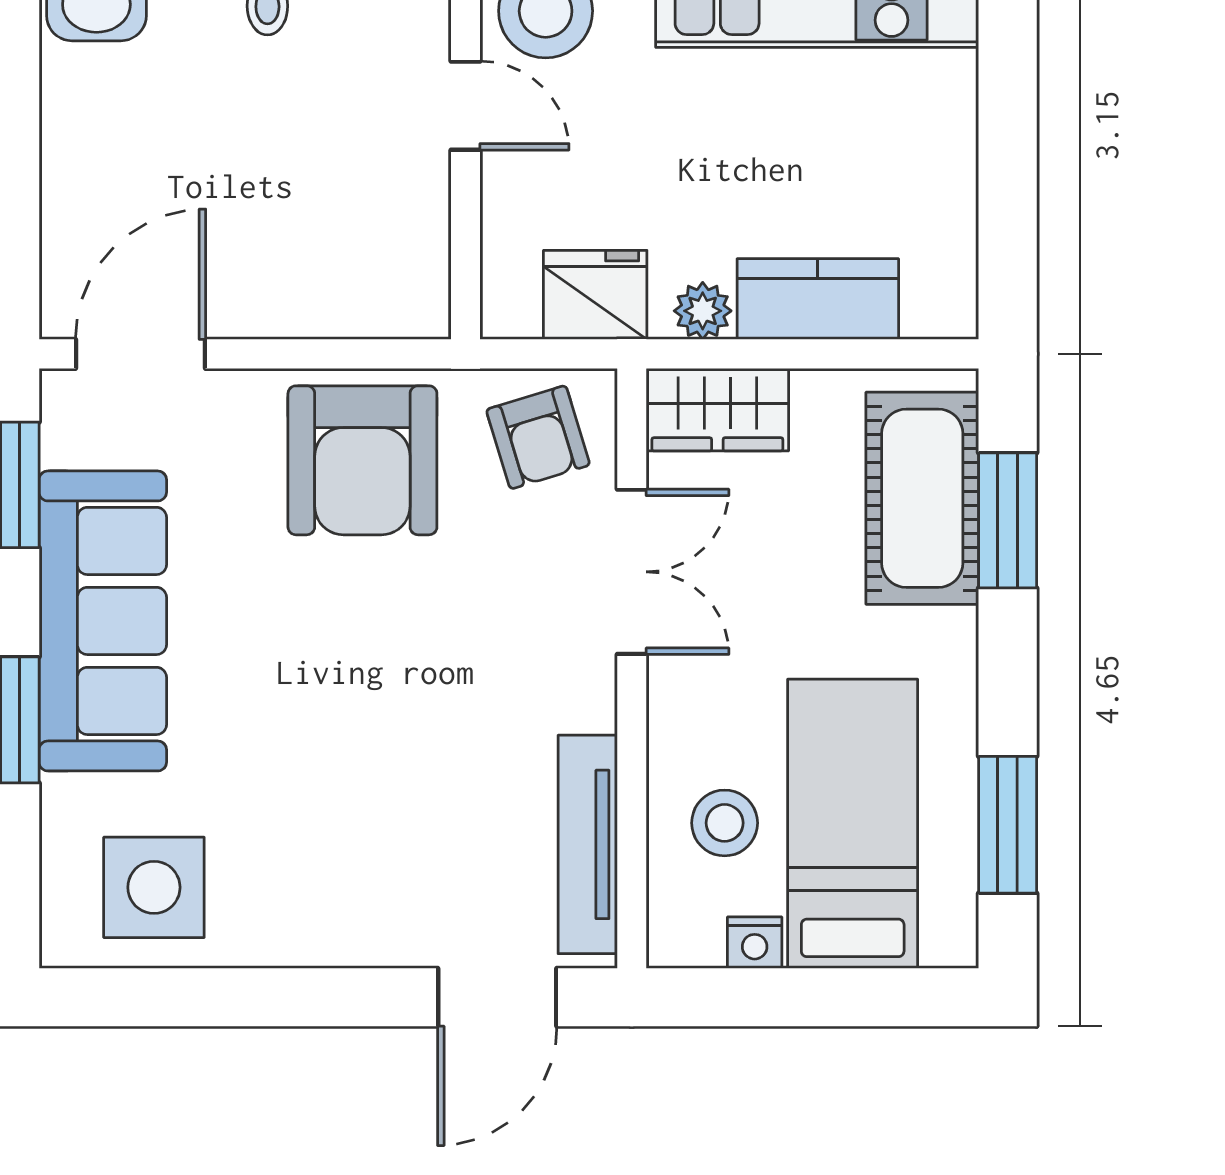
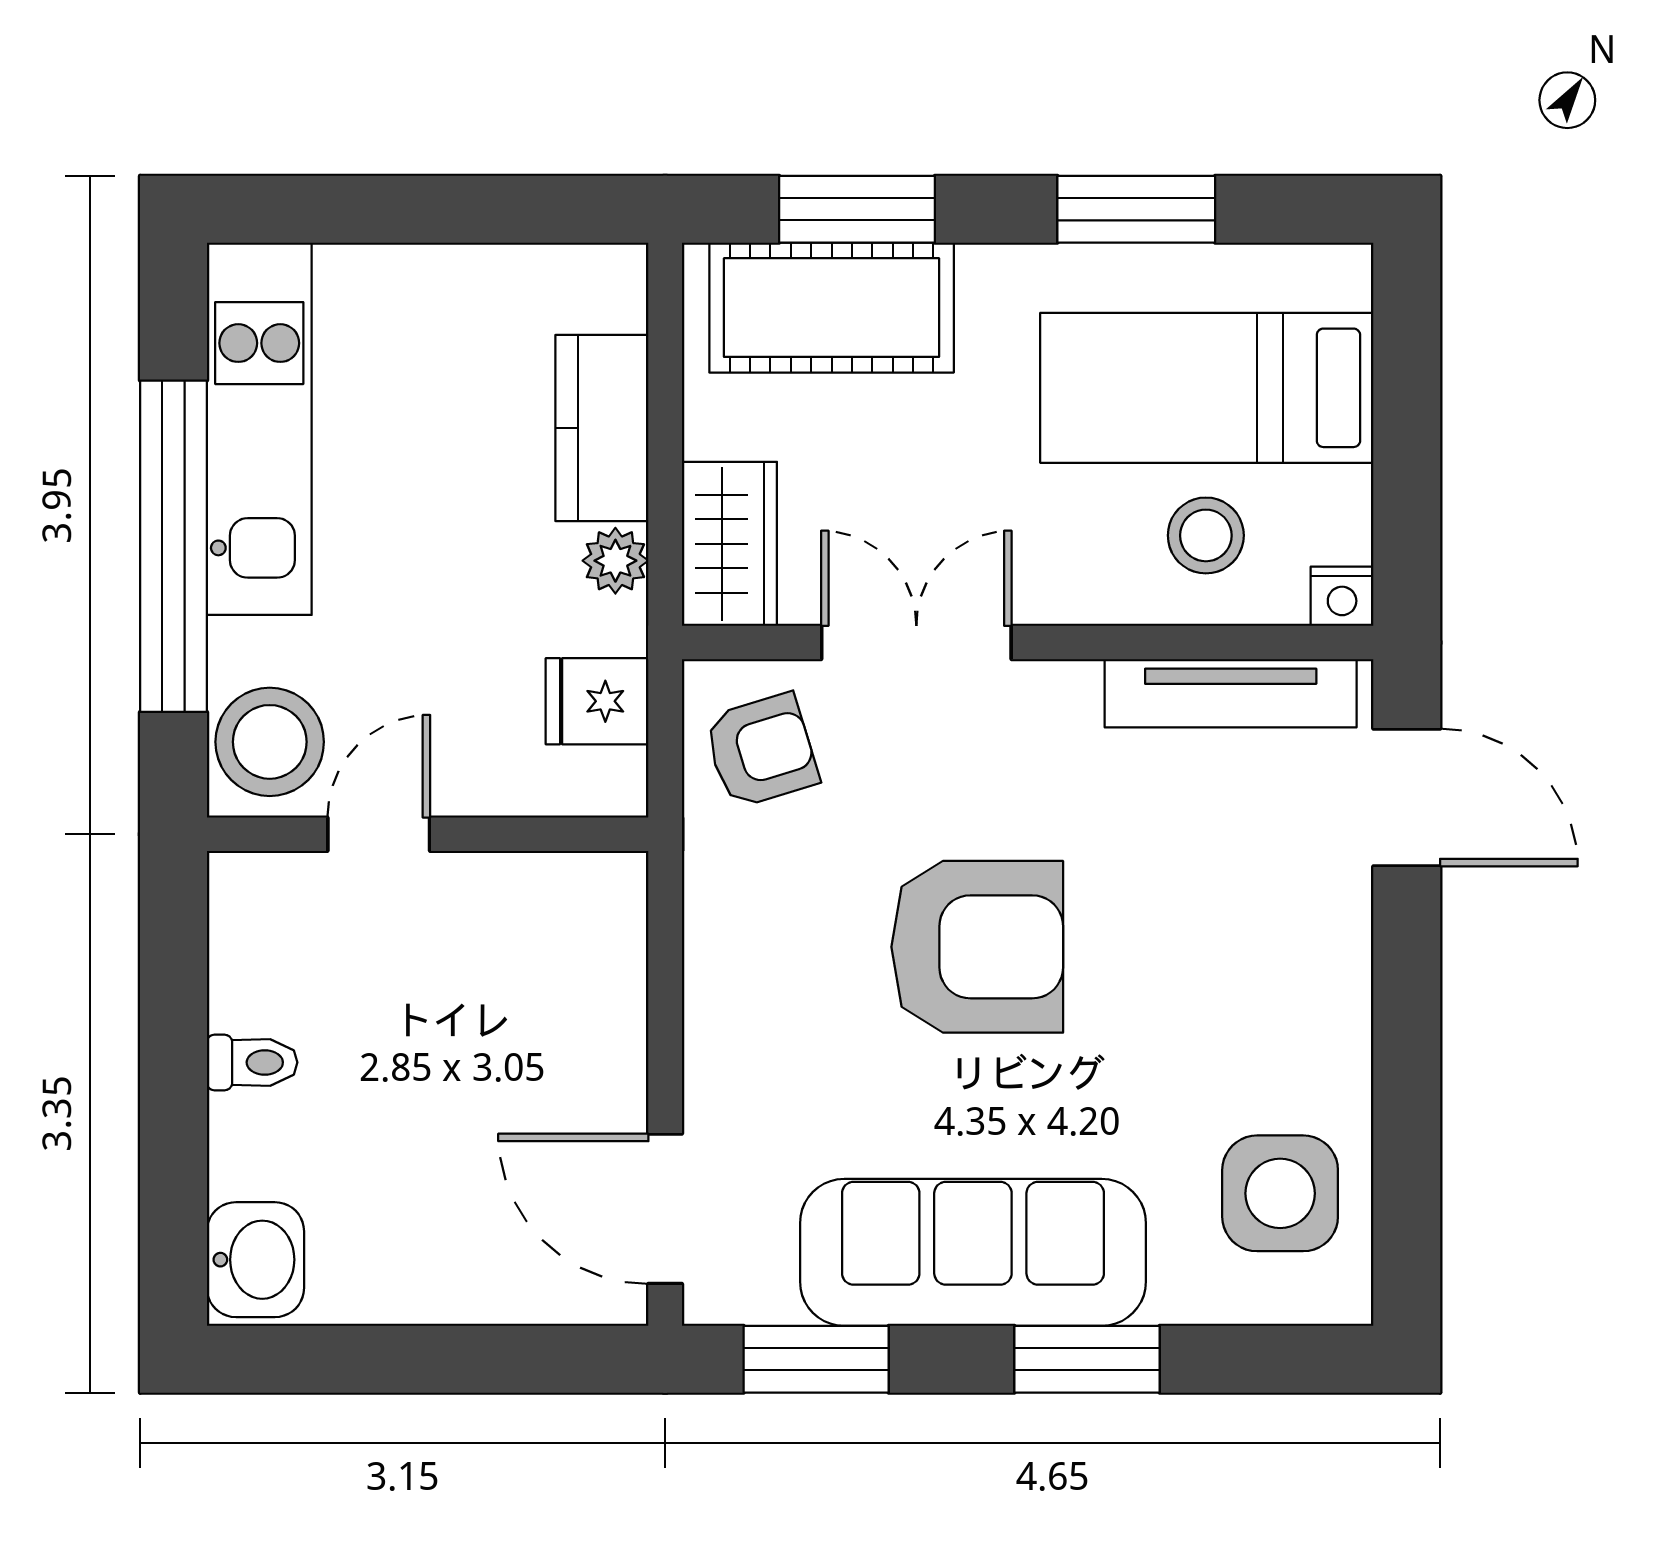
fridge: (595, 295) -> (597, 701), width x0.72
armchair: (362, 460) -> (977, 947), moved
window: (1008, 825) -> (1136, 209), moved
nightstand: (755, 943) -> (1342, 596), moved, turned 90

